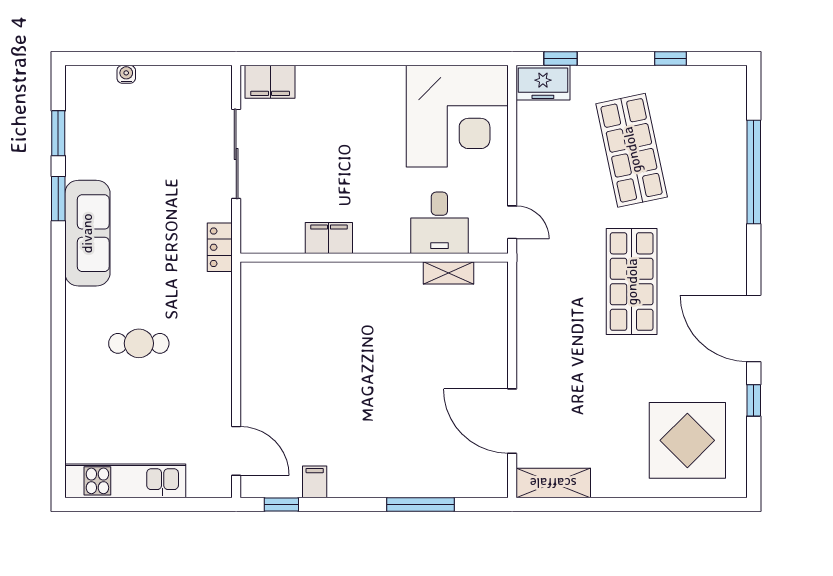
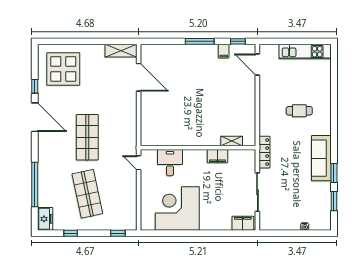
freezer: (543, 83) -> (45, 219), moved, turned 90
corner desk: (457, 116) -> (177, 208), moved
locker: (220, 247) -> (264, 152), width x1.53
shelving: (448, 273) -> (232, 141), moved
window: (421, 505) -> (200, 41), moved

